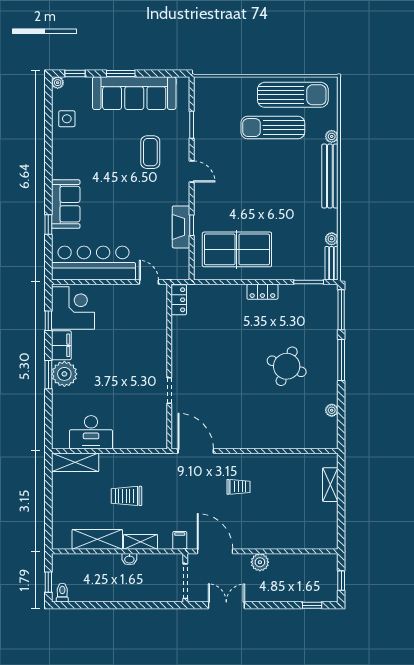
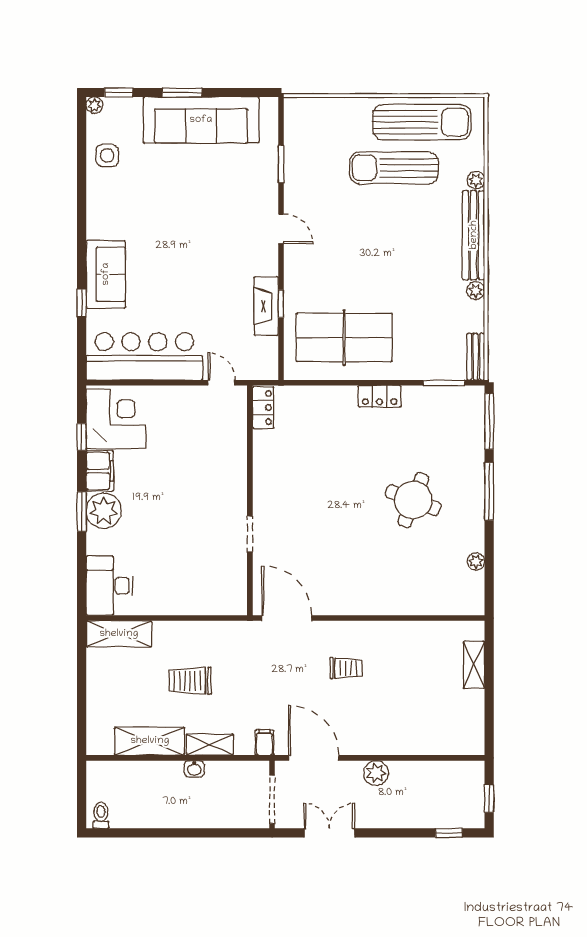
coffee table: (150, 152) -> (223, 202), removed
plant: (332, 239) -> (476, 291), moved
desk: (91, 432) -> (109, 586), moved, turned 90
window: (48, 582) -> (82, 801), removed

